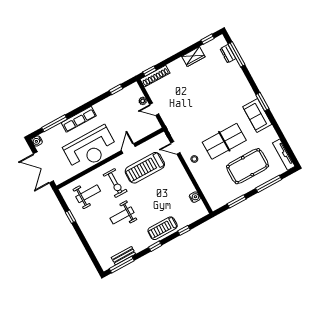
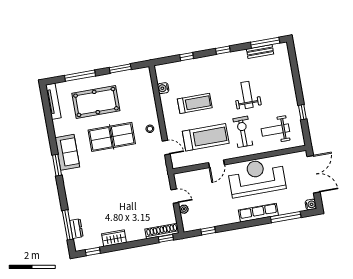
weight bench: (122, 215) -> (247, 95), turned -90
treadmill: (163, 228) -> (195, 103), moved

